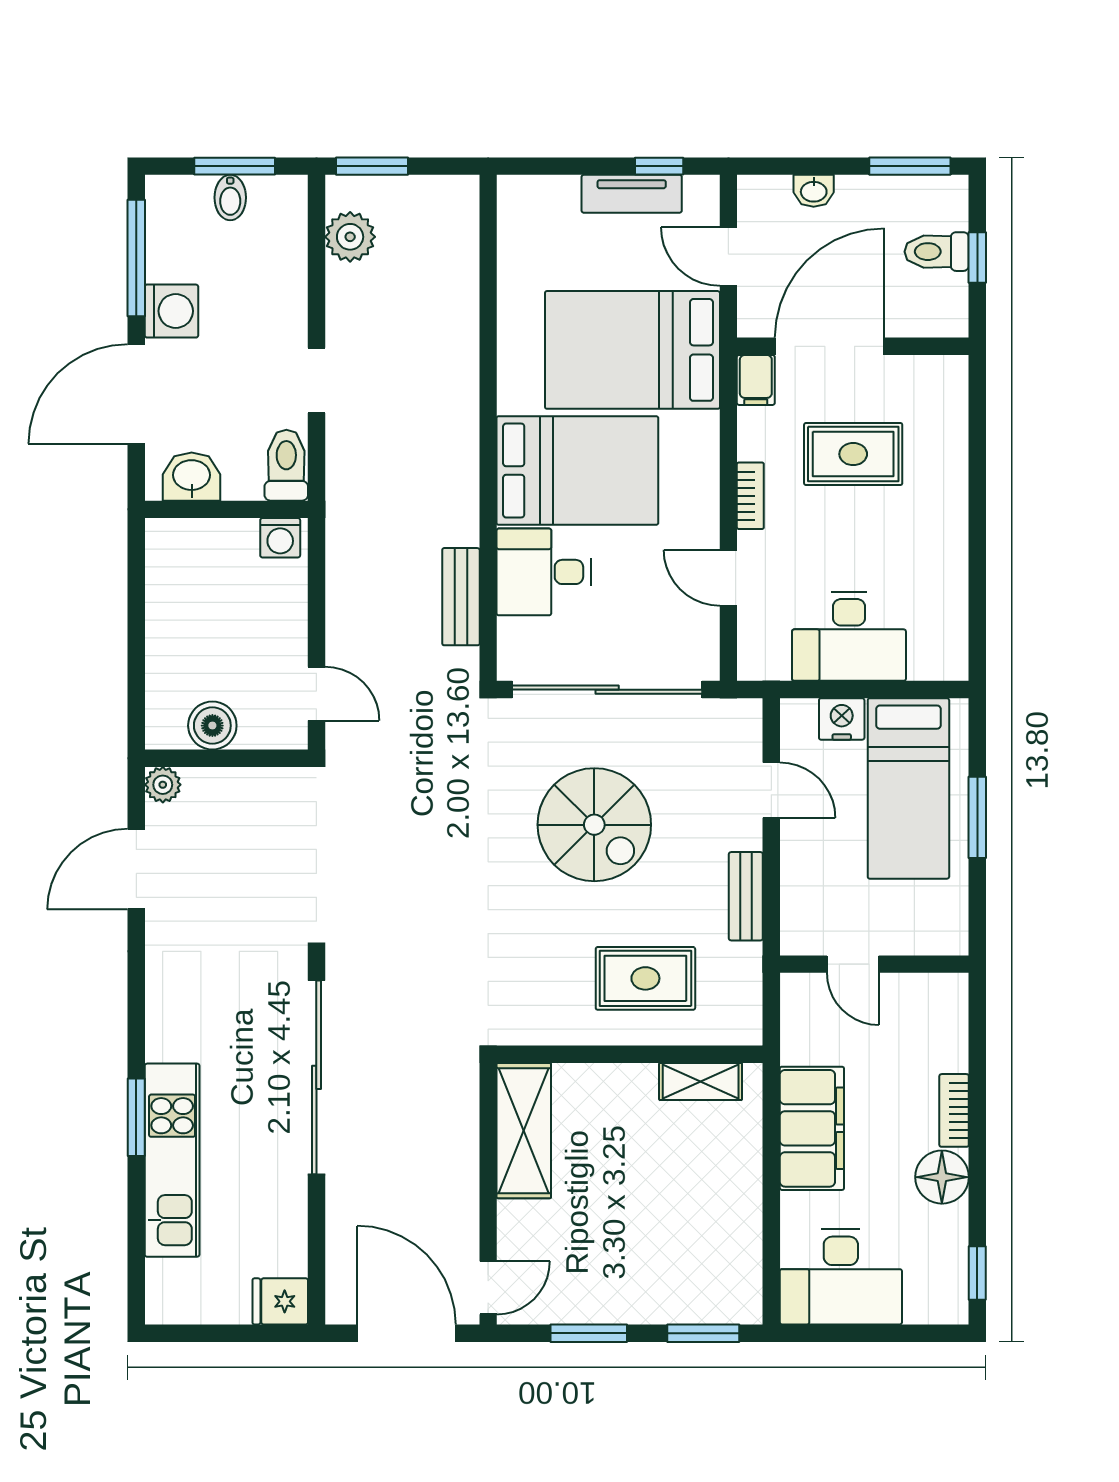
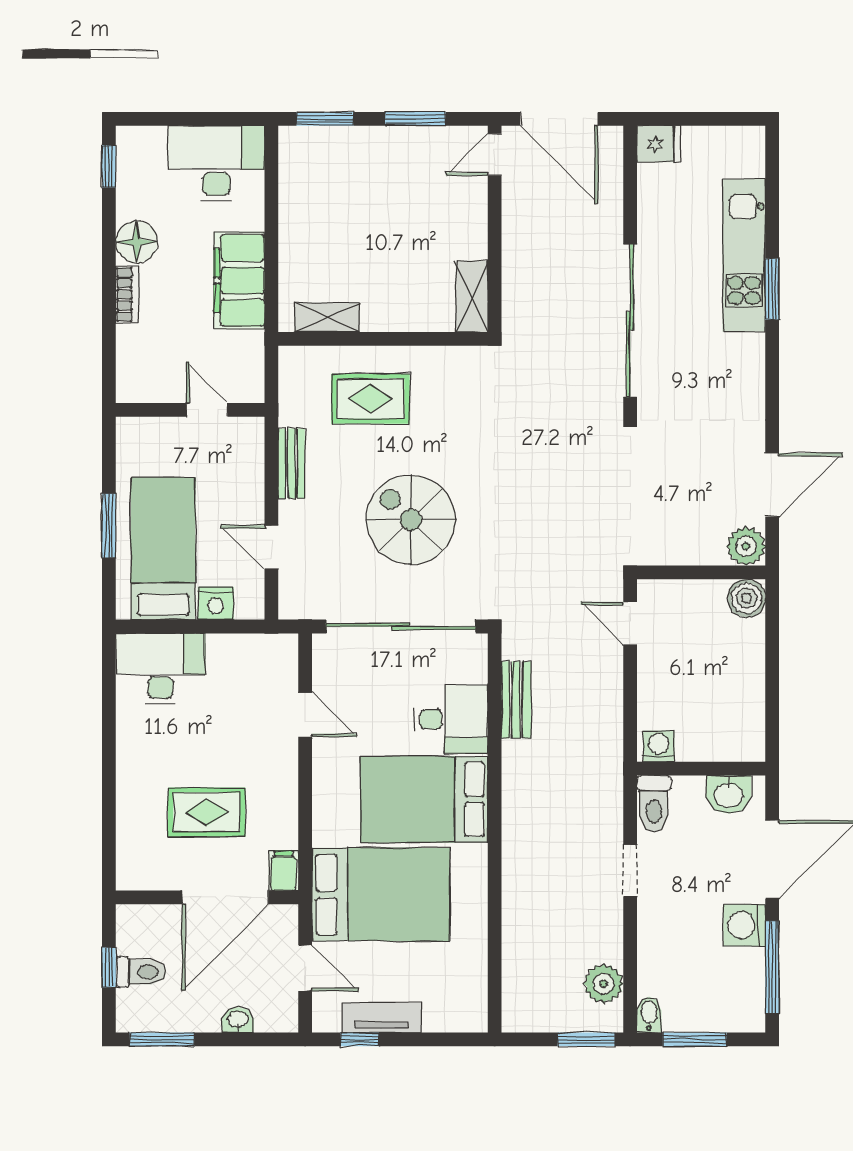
bidet: (230, 198) -> (649, 1015), moved
bookcase: (750, 496) -> (288, 779), removed
desk: (849, 636) -> (160, 668), moved
boiler: (212, 726) -> (746, 598), moved
plant: (163, 785) -> (746, 546), width x1.38, depth x1.38
shelving: (524, 1131) -> (472, 296), width x0.67, depth x0.75

